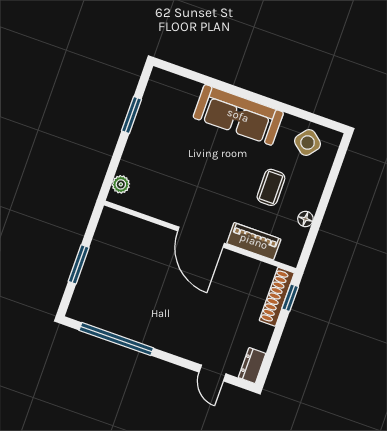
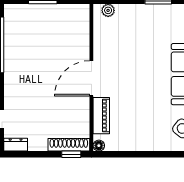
coffee table: (271, 187) -> (143, 114), removed
floor lamp: (305, 219) -> (99, 146), moved

